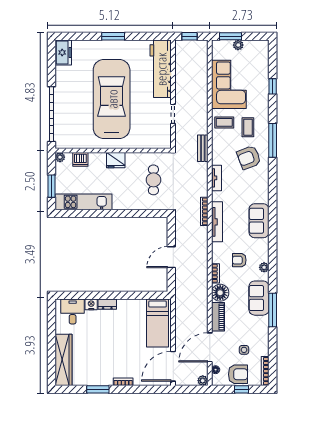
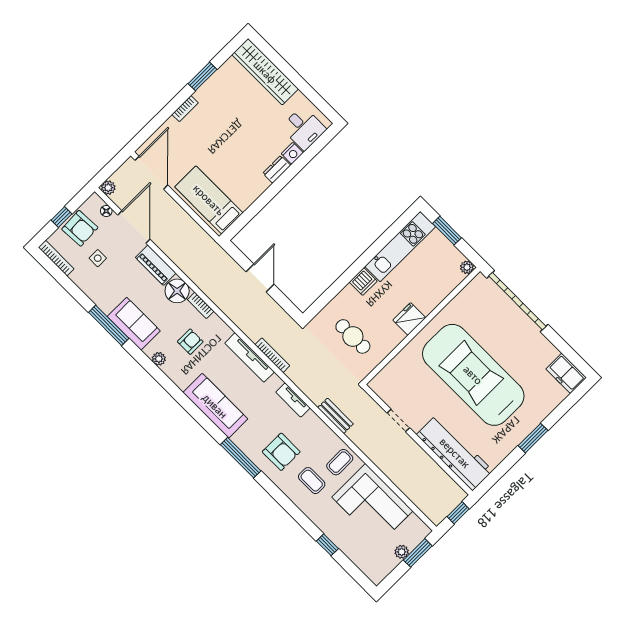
car: (112, 99) -> (473, 375), turned 180
window: (273, 140) -> (241, 458), moved
armchair: (249, 157) -> (281, 452), turned 111
dishwasher: (80, 159) -> (363, 282), moved, turned 180
sofa: (259, 221) -> (215, 406), width x1.36
armchair: (238, 374) -> (80, 228), turned -93

